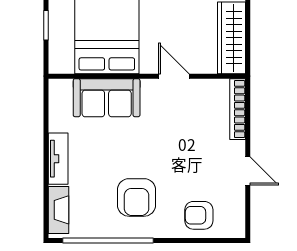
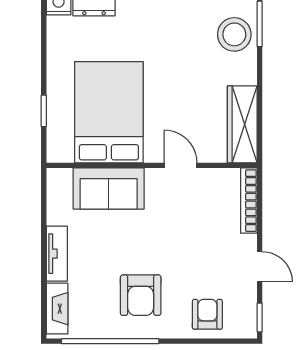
armchair: (199, 215) -> (207, 314), turned 90
window: (248, 218) -> (260, 317), added

